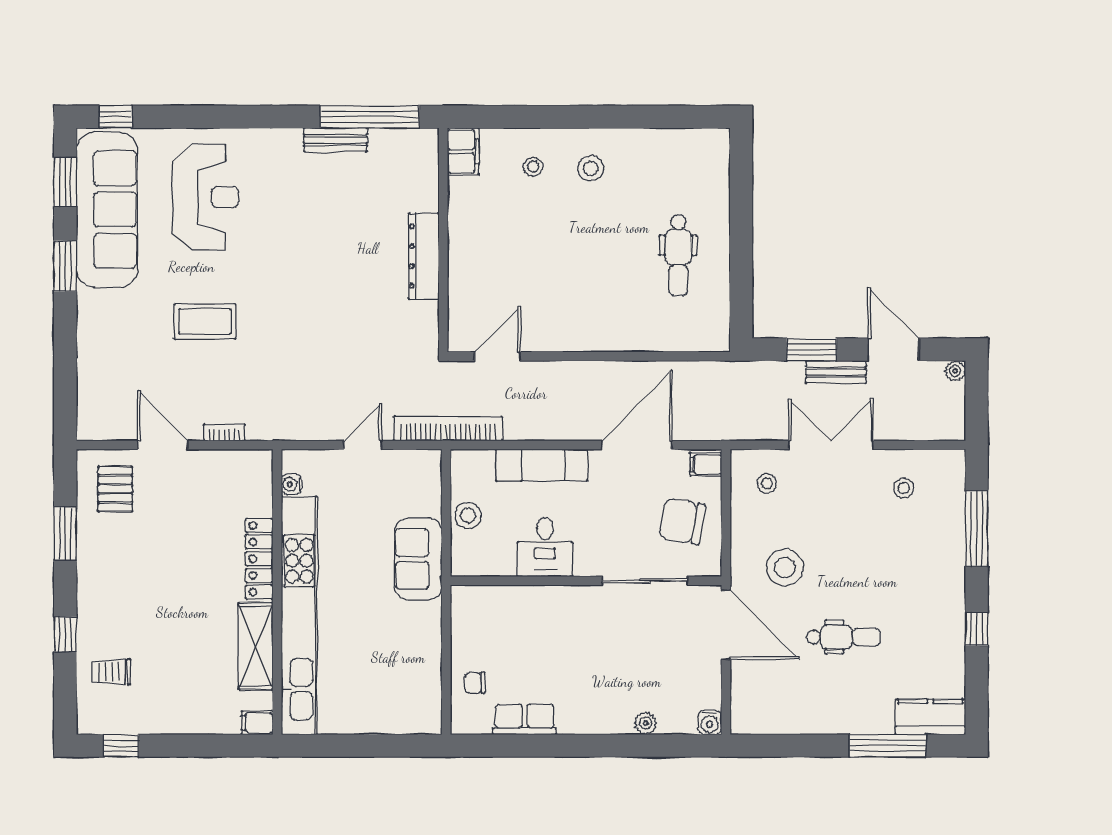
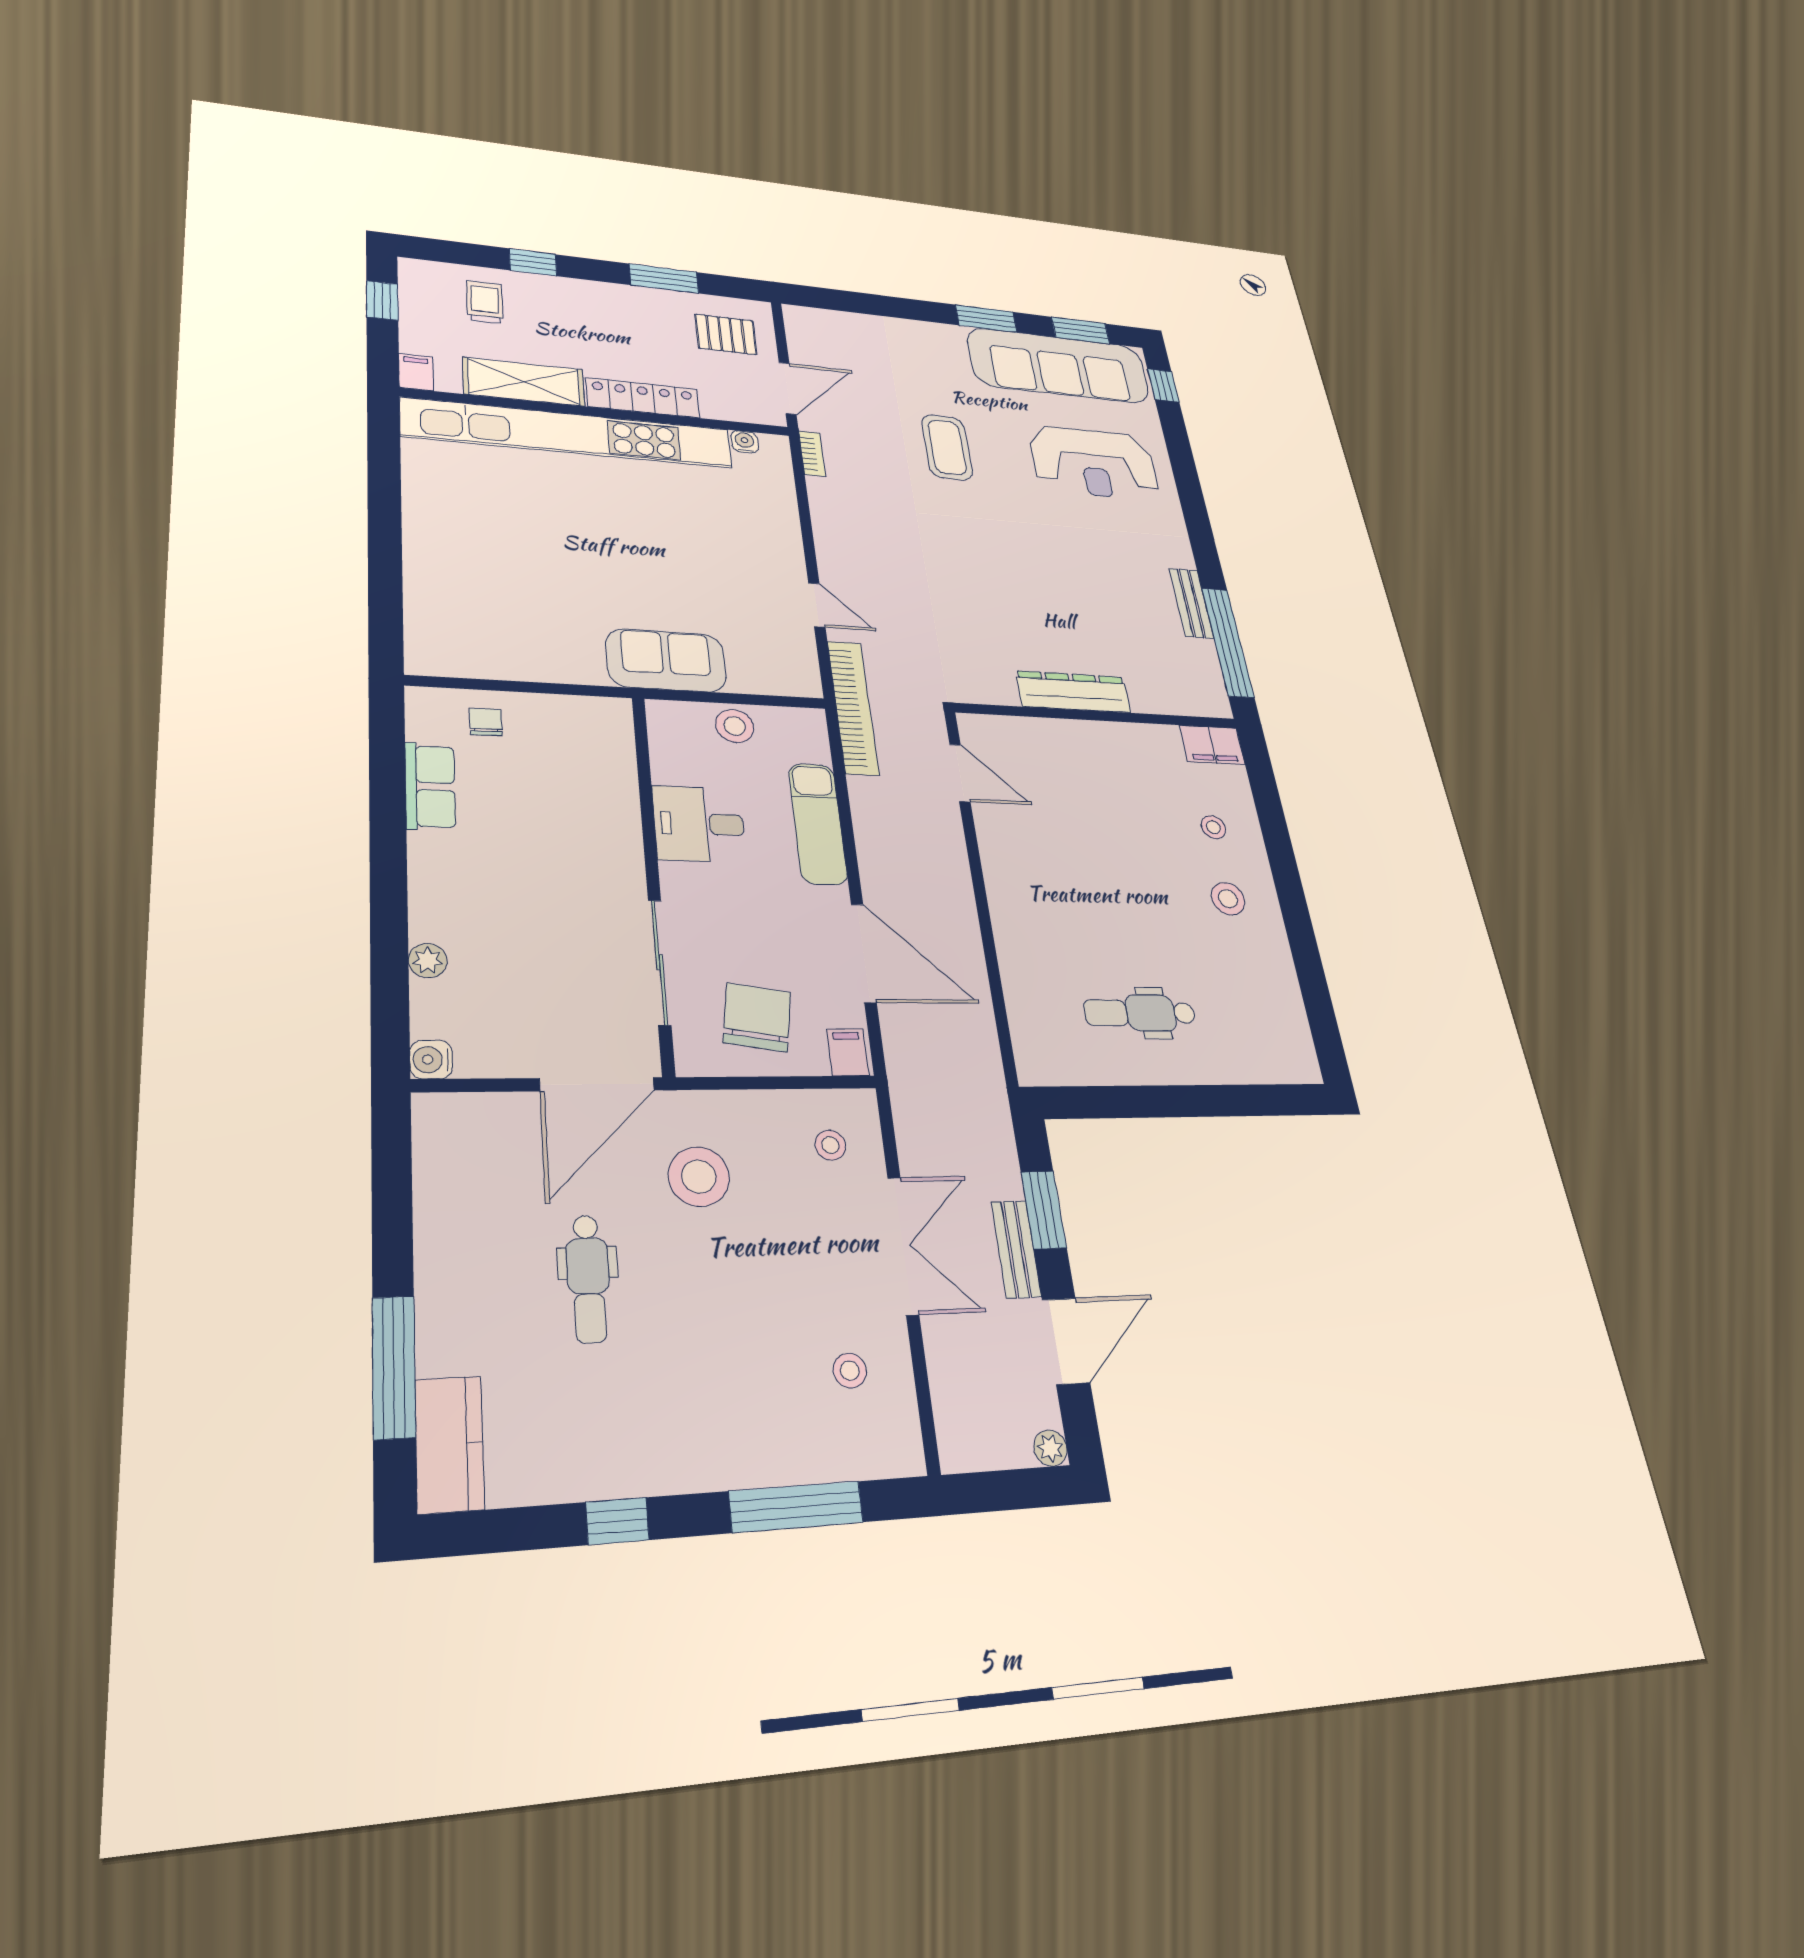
water cooler: (291, 484) -> (745, 442), moved
locker: (259, 559) -> (643, 398), moved
wall: (277, 592) -> (600, 412), moved
kitchen unit: (299, 615) -> (569, 433), moved
shelving: (256, 646) -> (524, 382), moved
filing cabinet: (257, 723) -> (416, 372), moved

